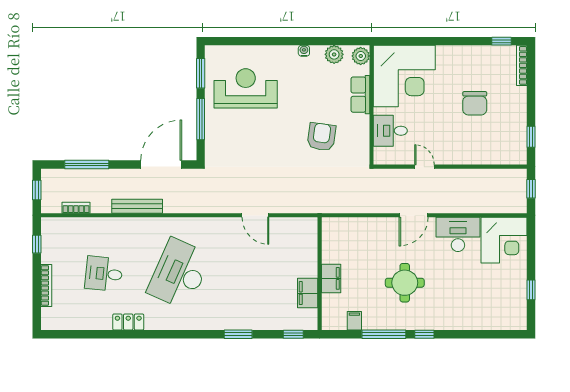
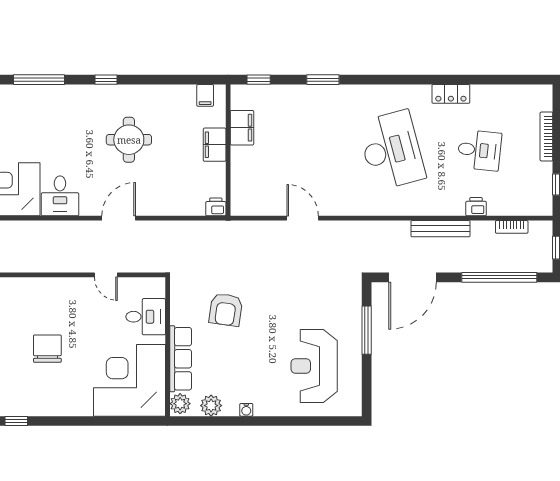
window: (201, 73) -> (367, 384), removed
reception desk: (246, 88) -> (314, 366), turned 90
row of seats: (360, 95) -> (181, 359), width x1.48
window: (87, 164) -> (499, 277), width x1.46
printer: (107, 225) -> (476, 207), added
printer: (330, 225) -> (216, 207), added
desk: (458, 234) -> (60, 196), width x0.73
desk: (179, 274) -> (392, 150), turned -39
filing cabinet: (354, 321) -> (205, 95), moved
window: (384, 334) -> (39, 80), moved

